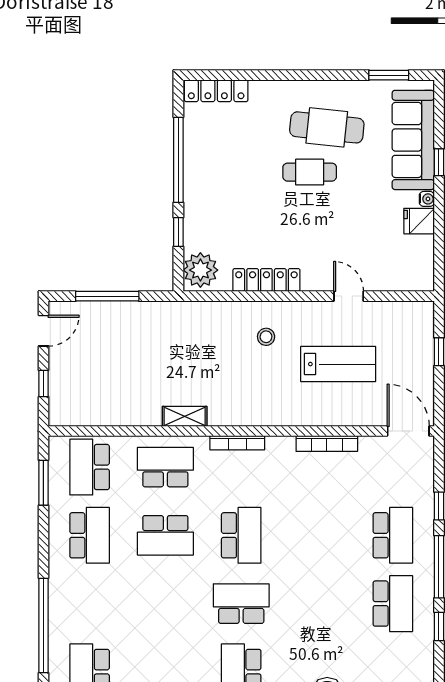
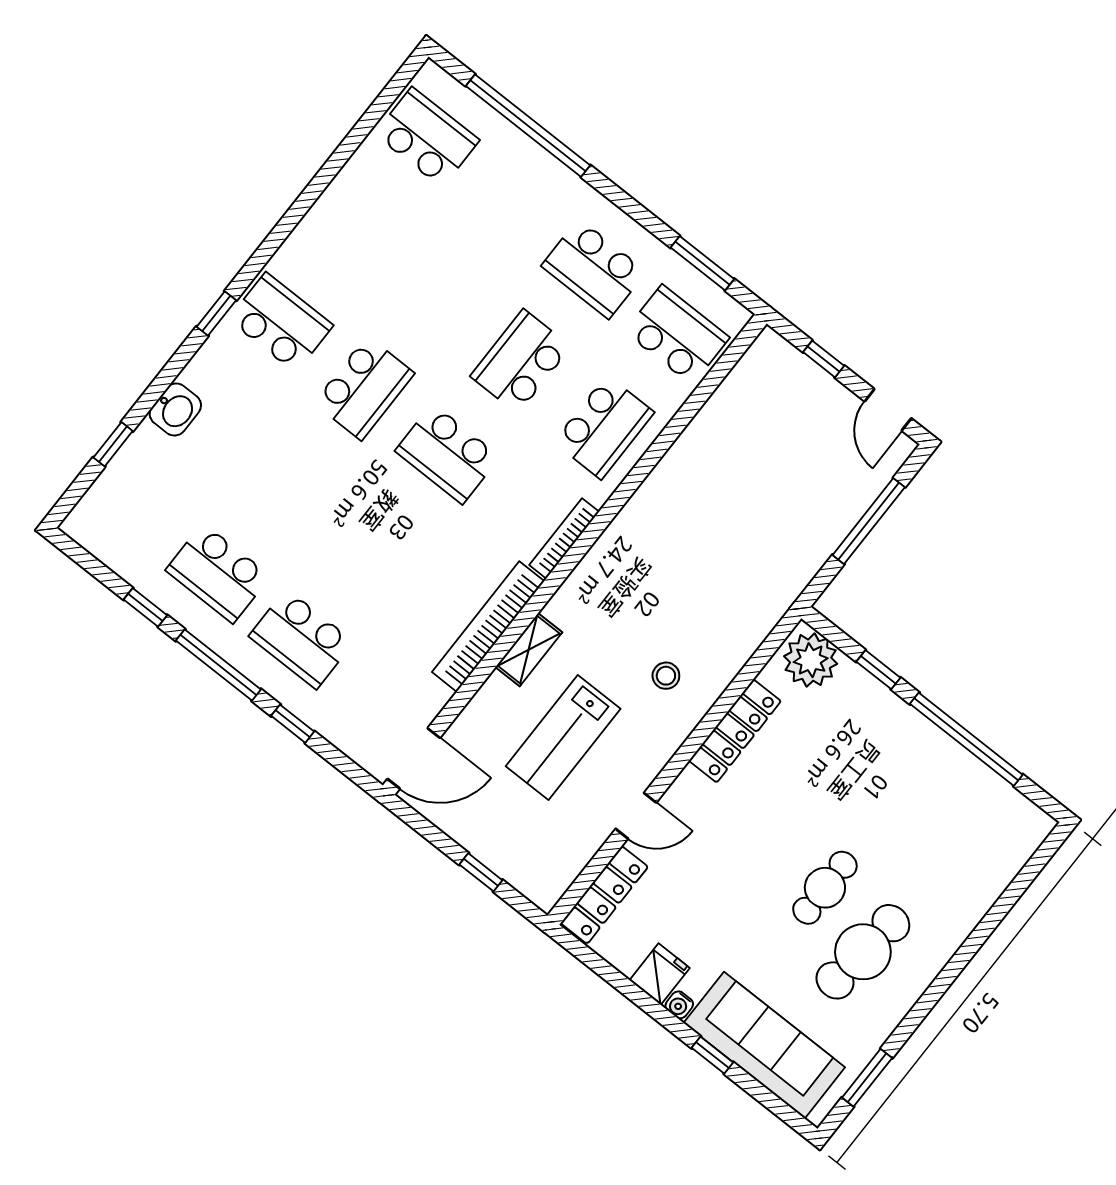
locker: (216, 91) -> (604, 895), moved, turned 180
shelving: (185, 416) -> (529, 650), moved
bookcase: (327, 444) -> (488, 627), width x1.48, depth x1.31

